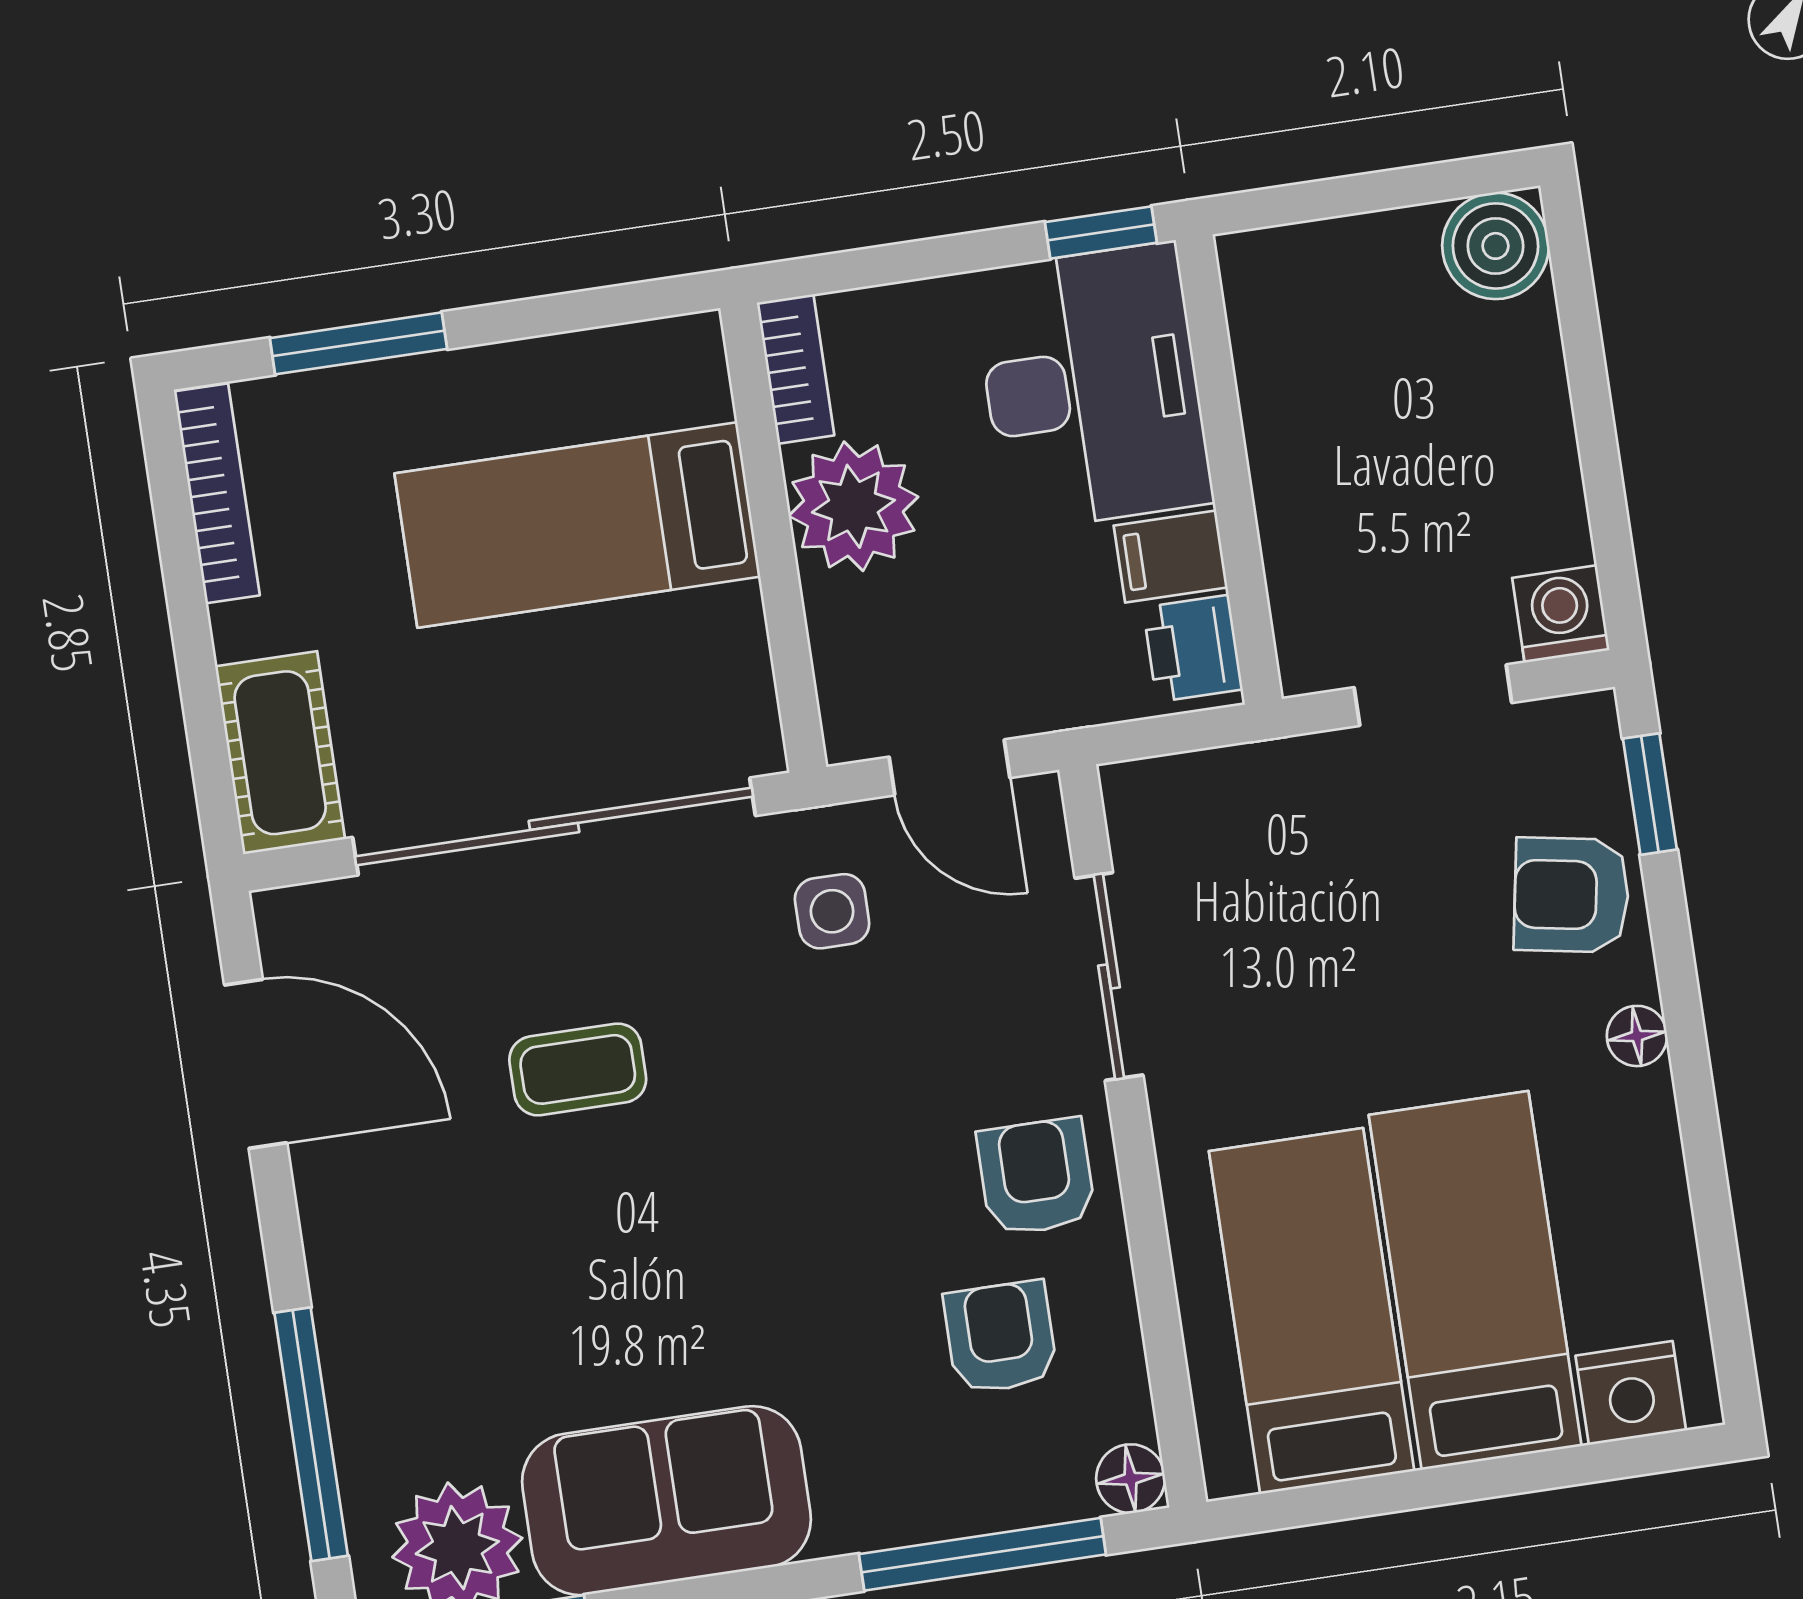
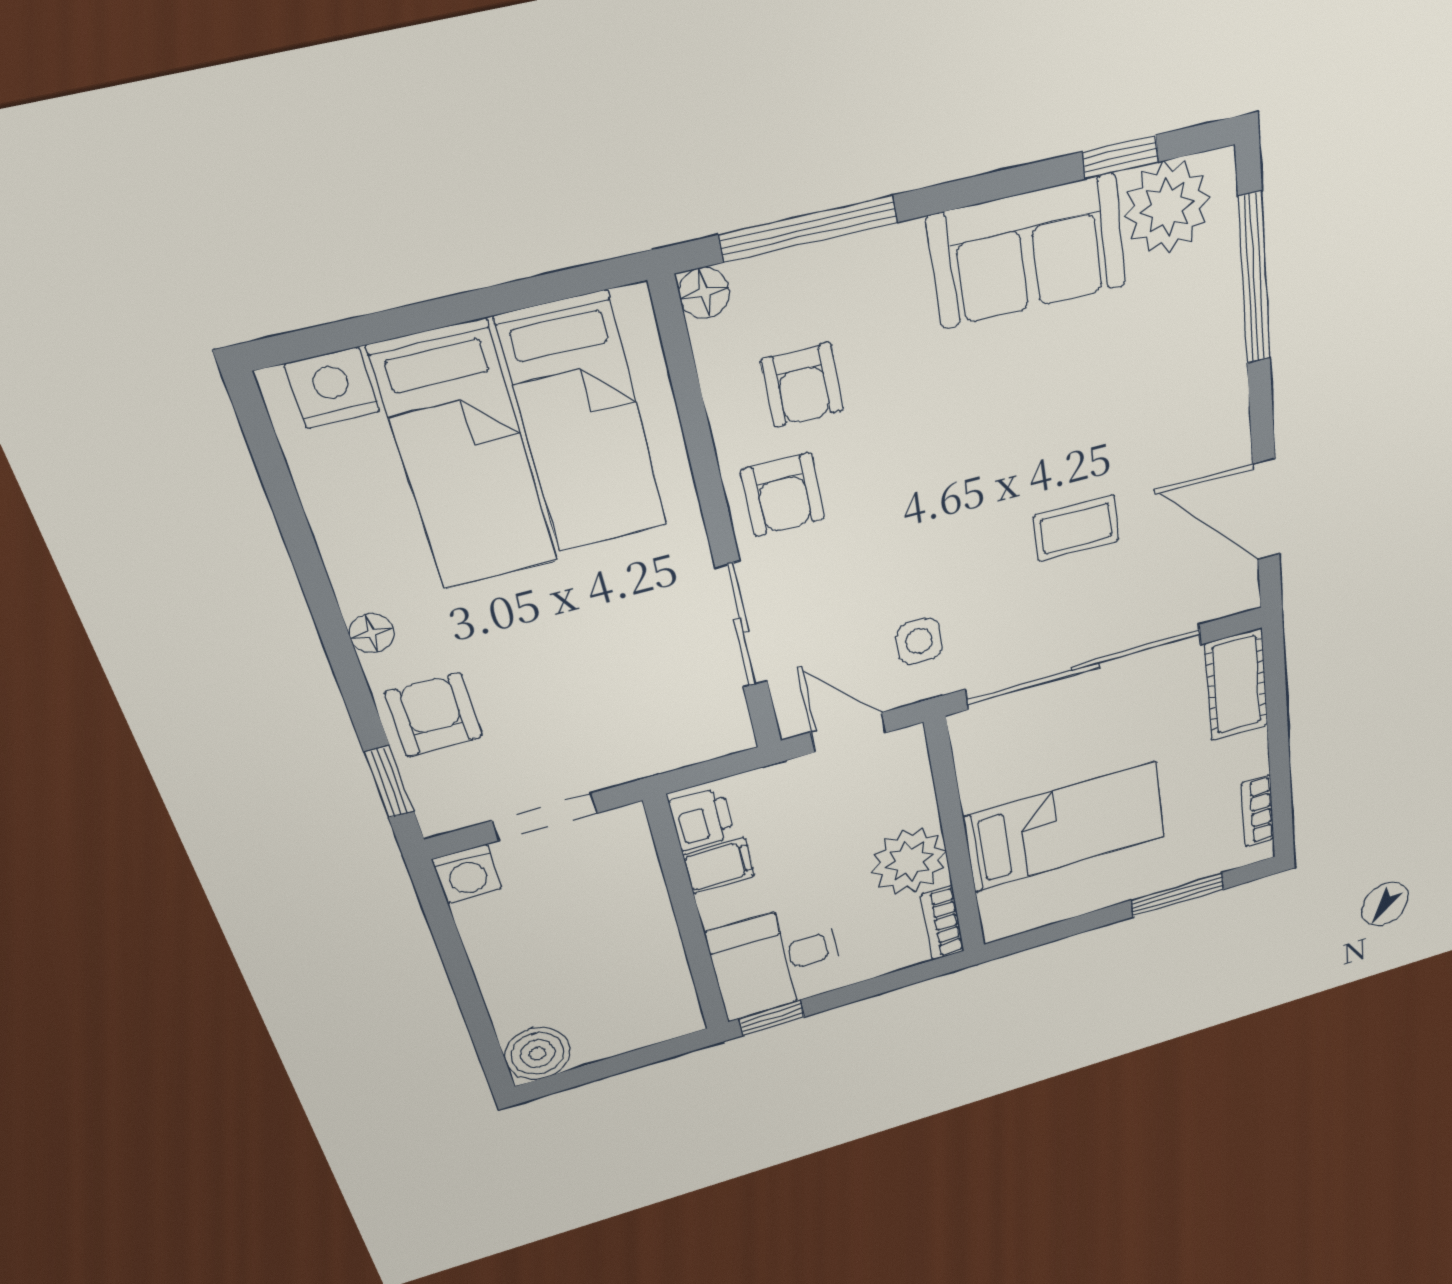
desk: (1092, 387) -> (776, 960), width x0.73
bookcase: (217, 493) -> (1258, 811), width x0.64
armchair: (1571, 895) -> (434, 715), turned -100

